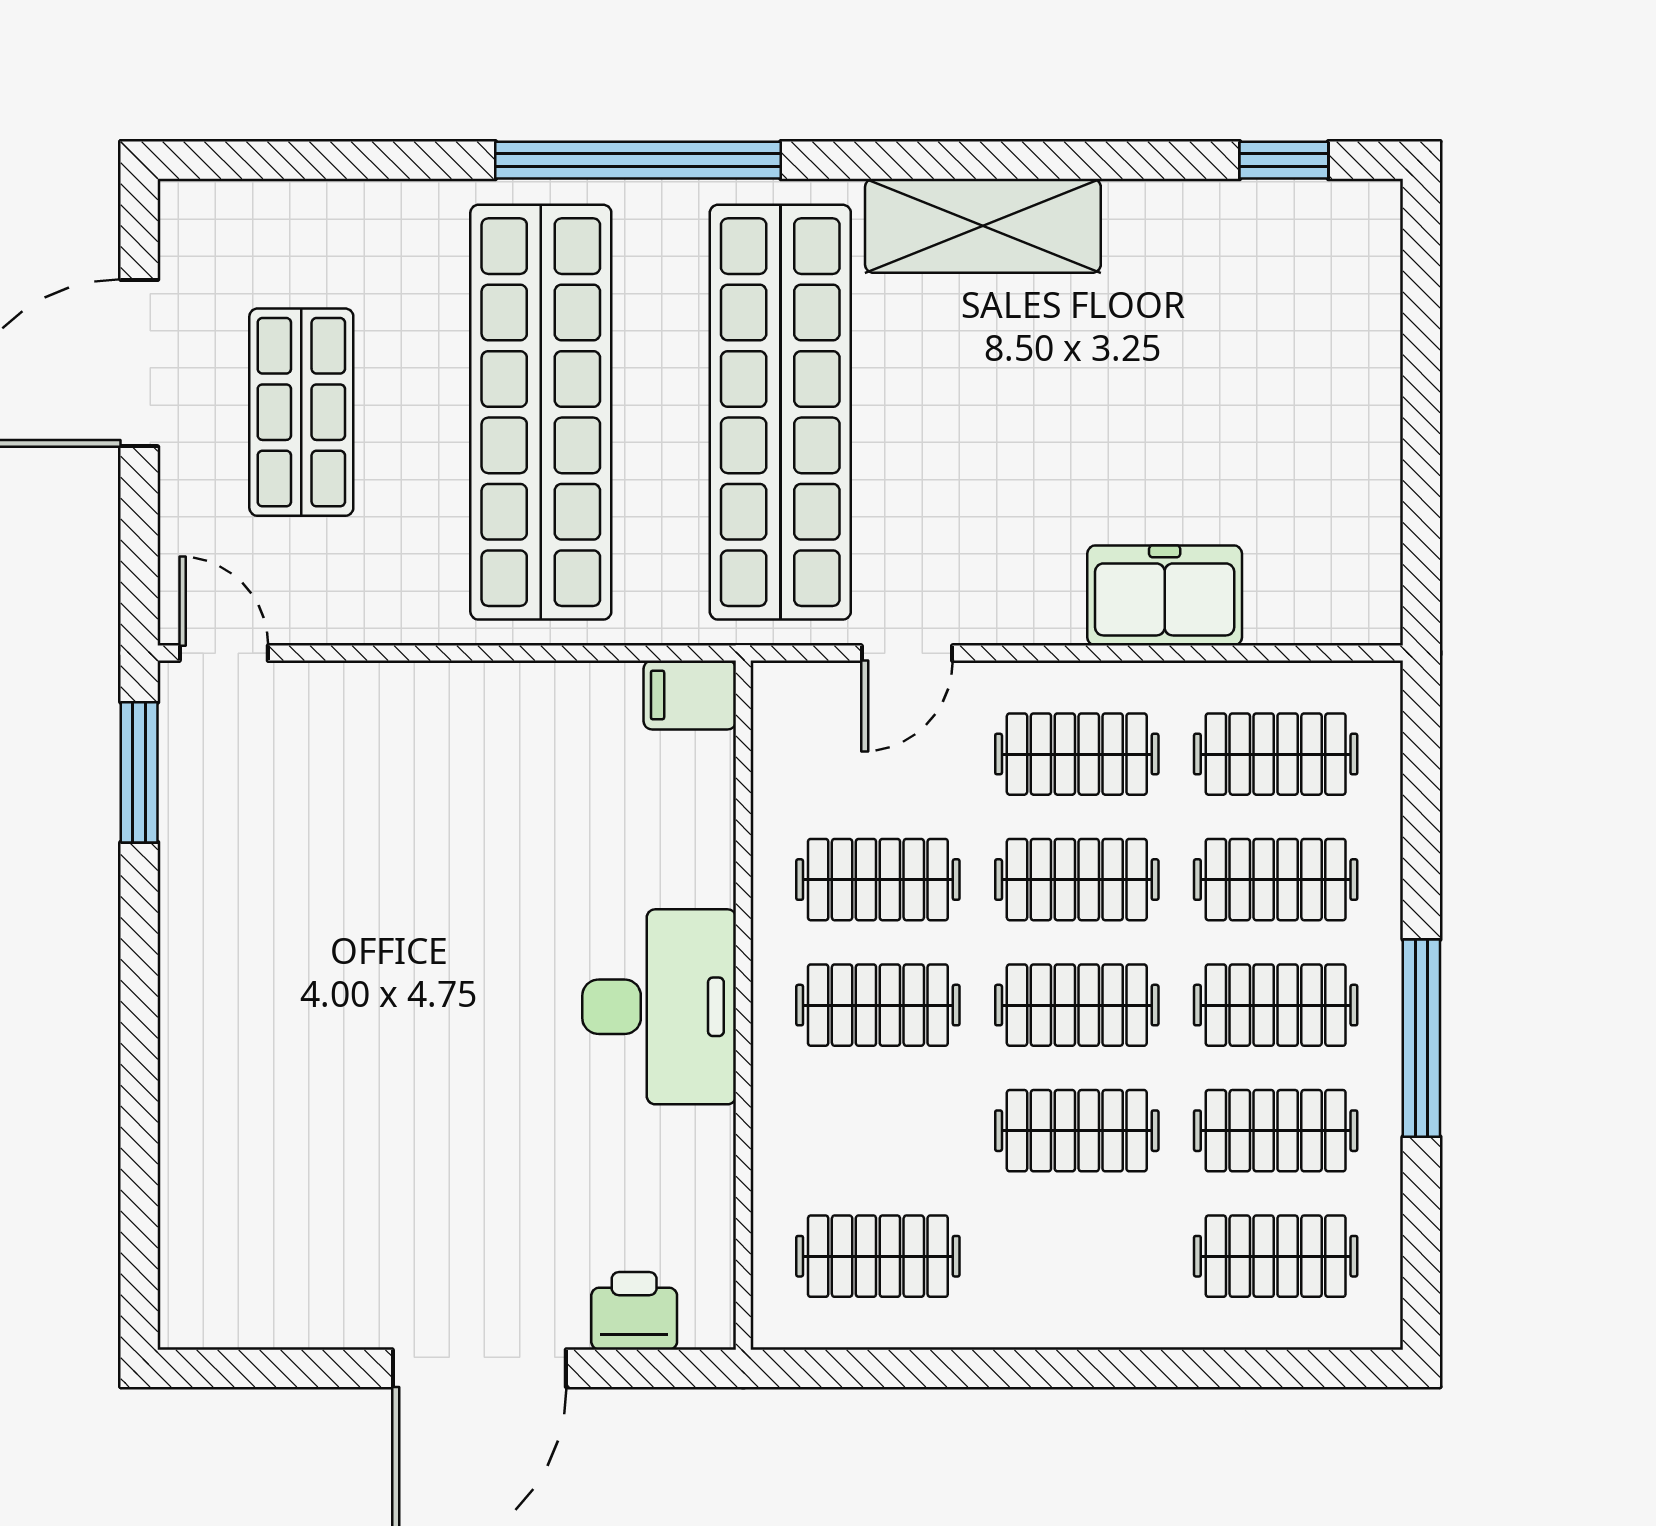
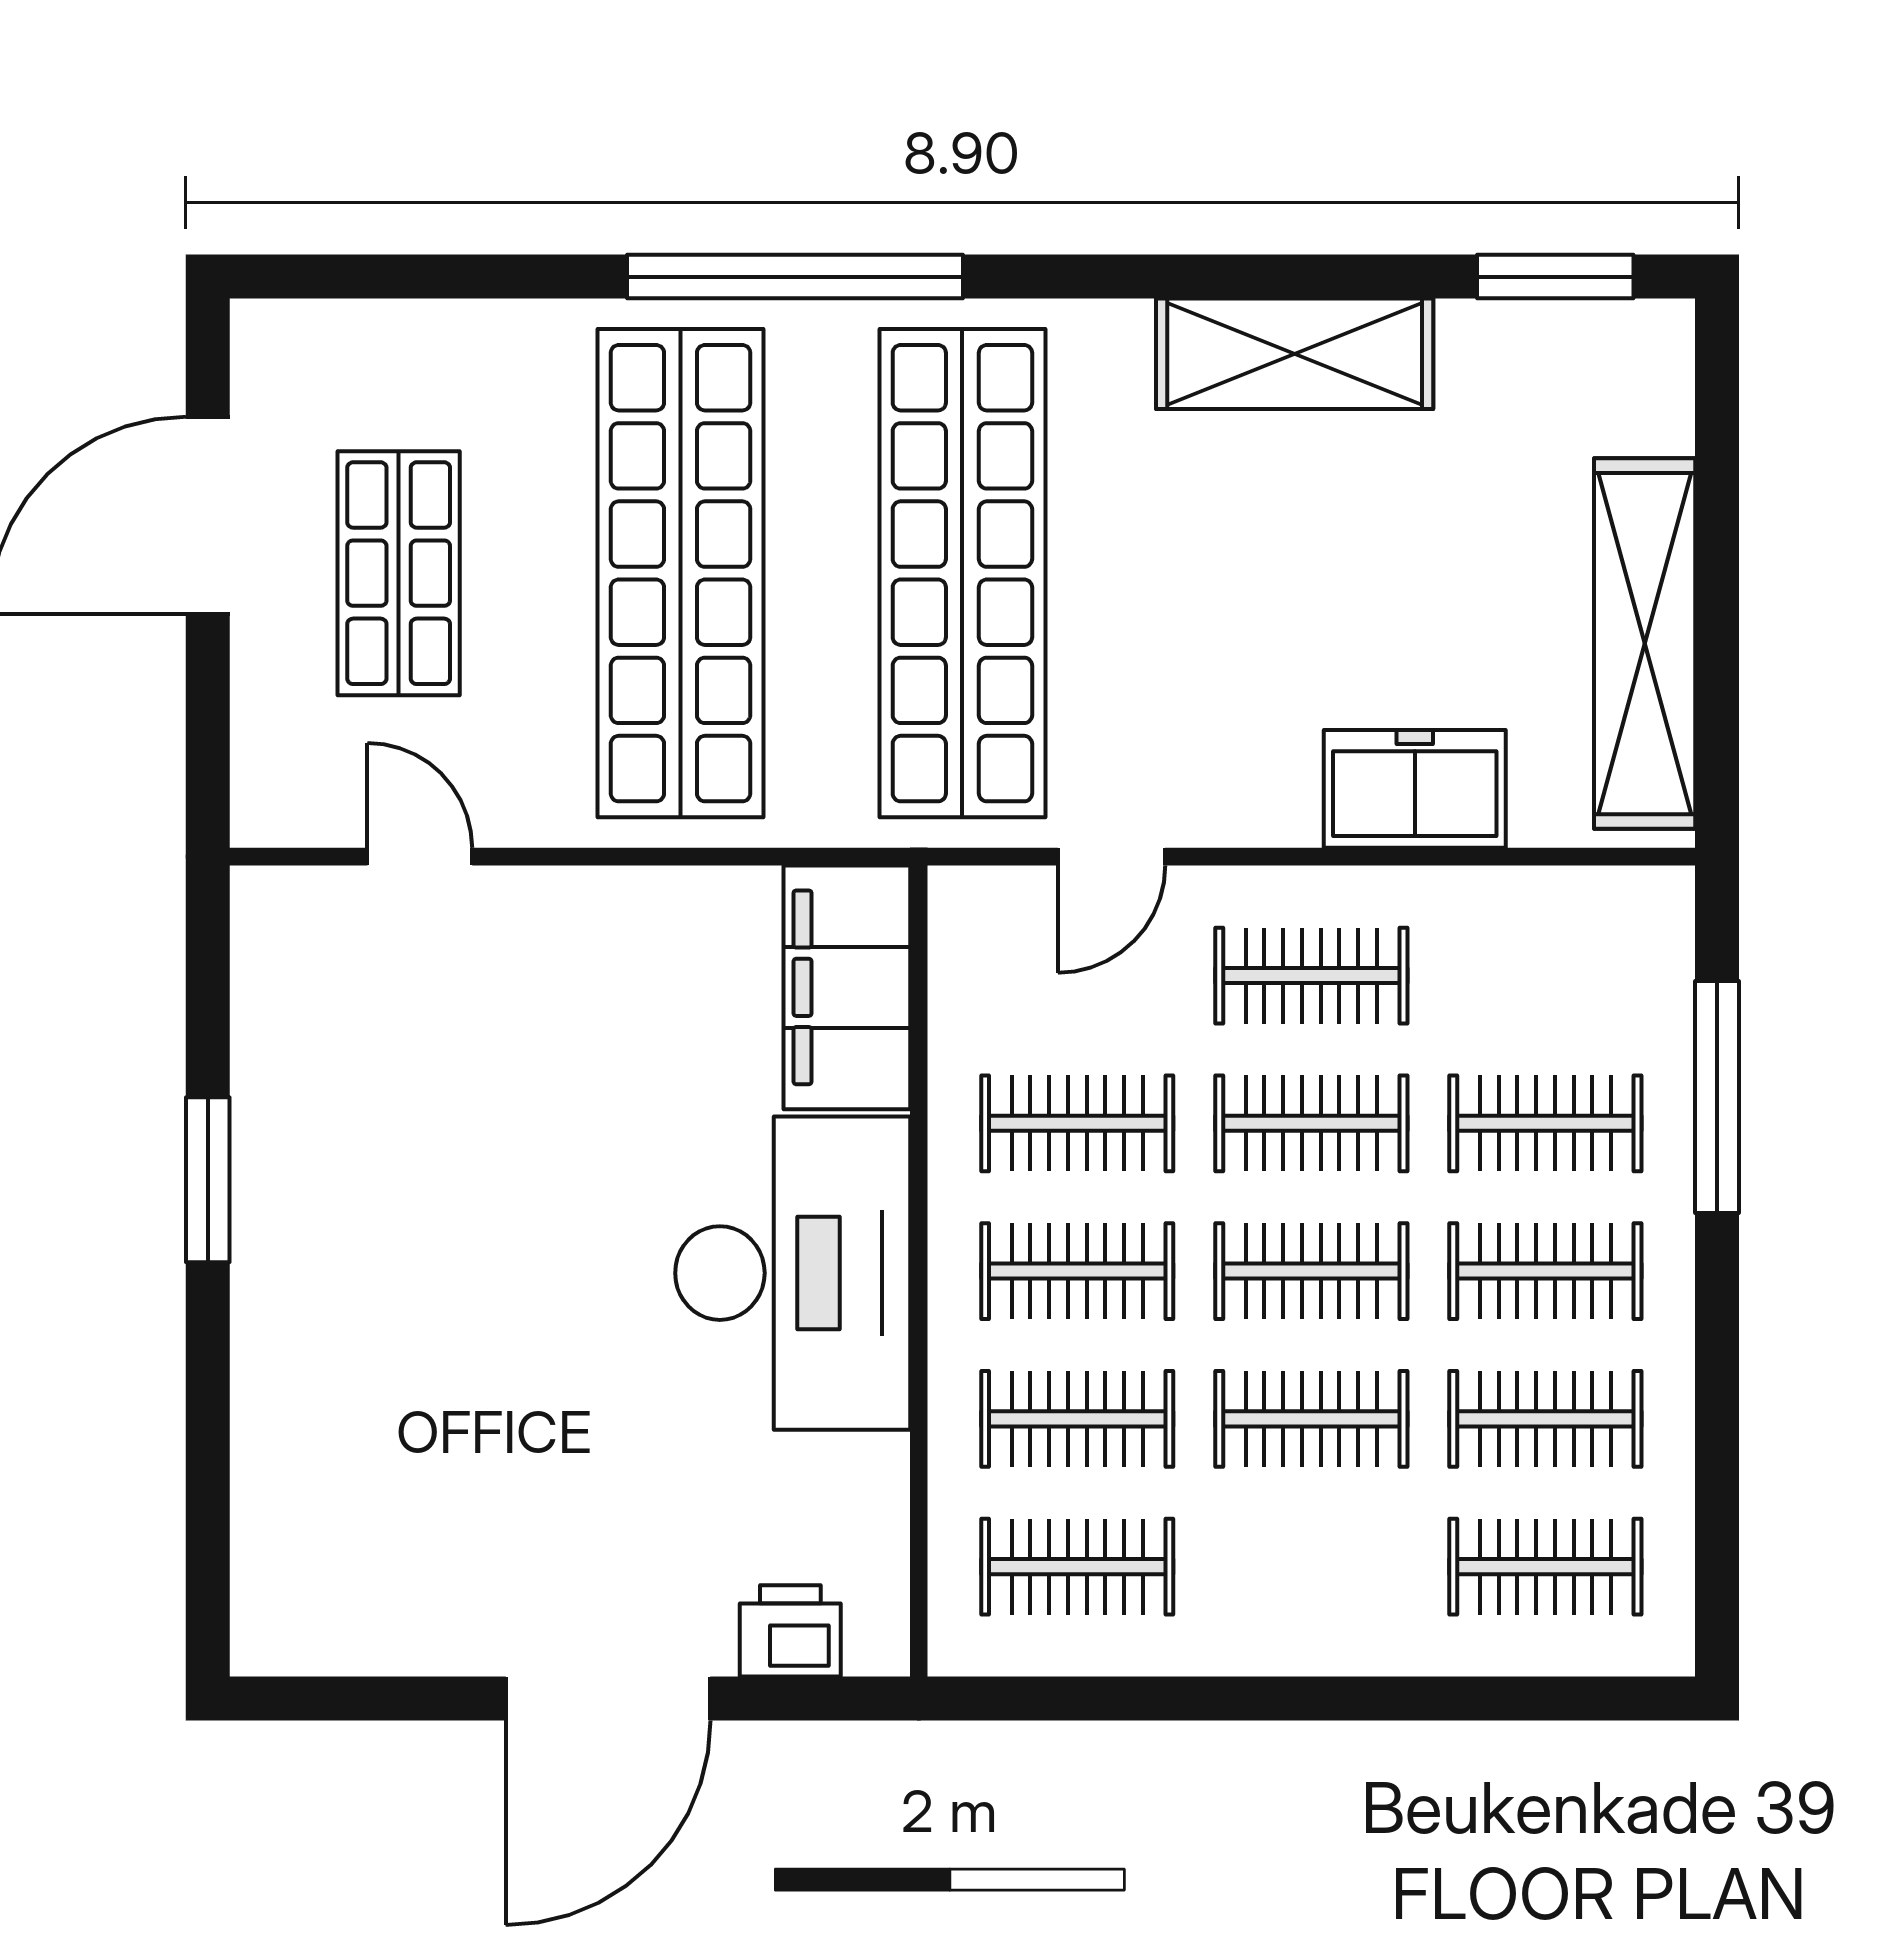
window: (1284, 160) -> (1555, 277), width x1.50
shelving: (983, 226) -> (1295, 354), moved
shelving: (1360, 472) -> (1645, 644), added
door: (224, 653) -> (420, 857), moved
filing cabinet: (690, 695) -> (847, 987), width x3.00, depth x1.17
clothes rail: (1276, 754) -> (1077, 1419), moved
window: (139, 772) -> (208, 1180), moved
desk: (659, 1007) -> (793, 1273), width x1.36, depth x1.30
window: (1421, 1038) -> (1717, 1097), moved

